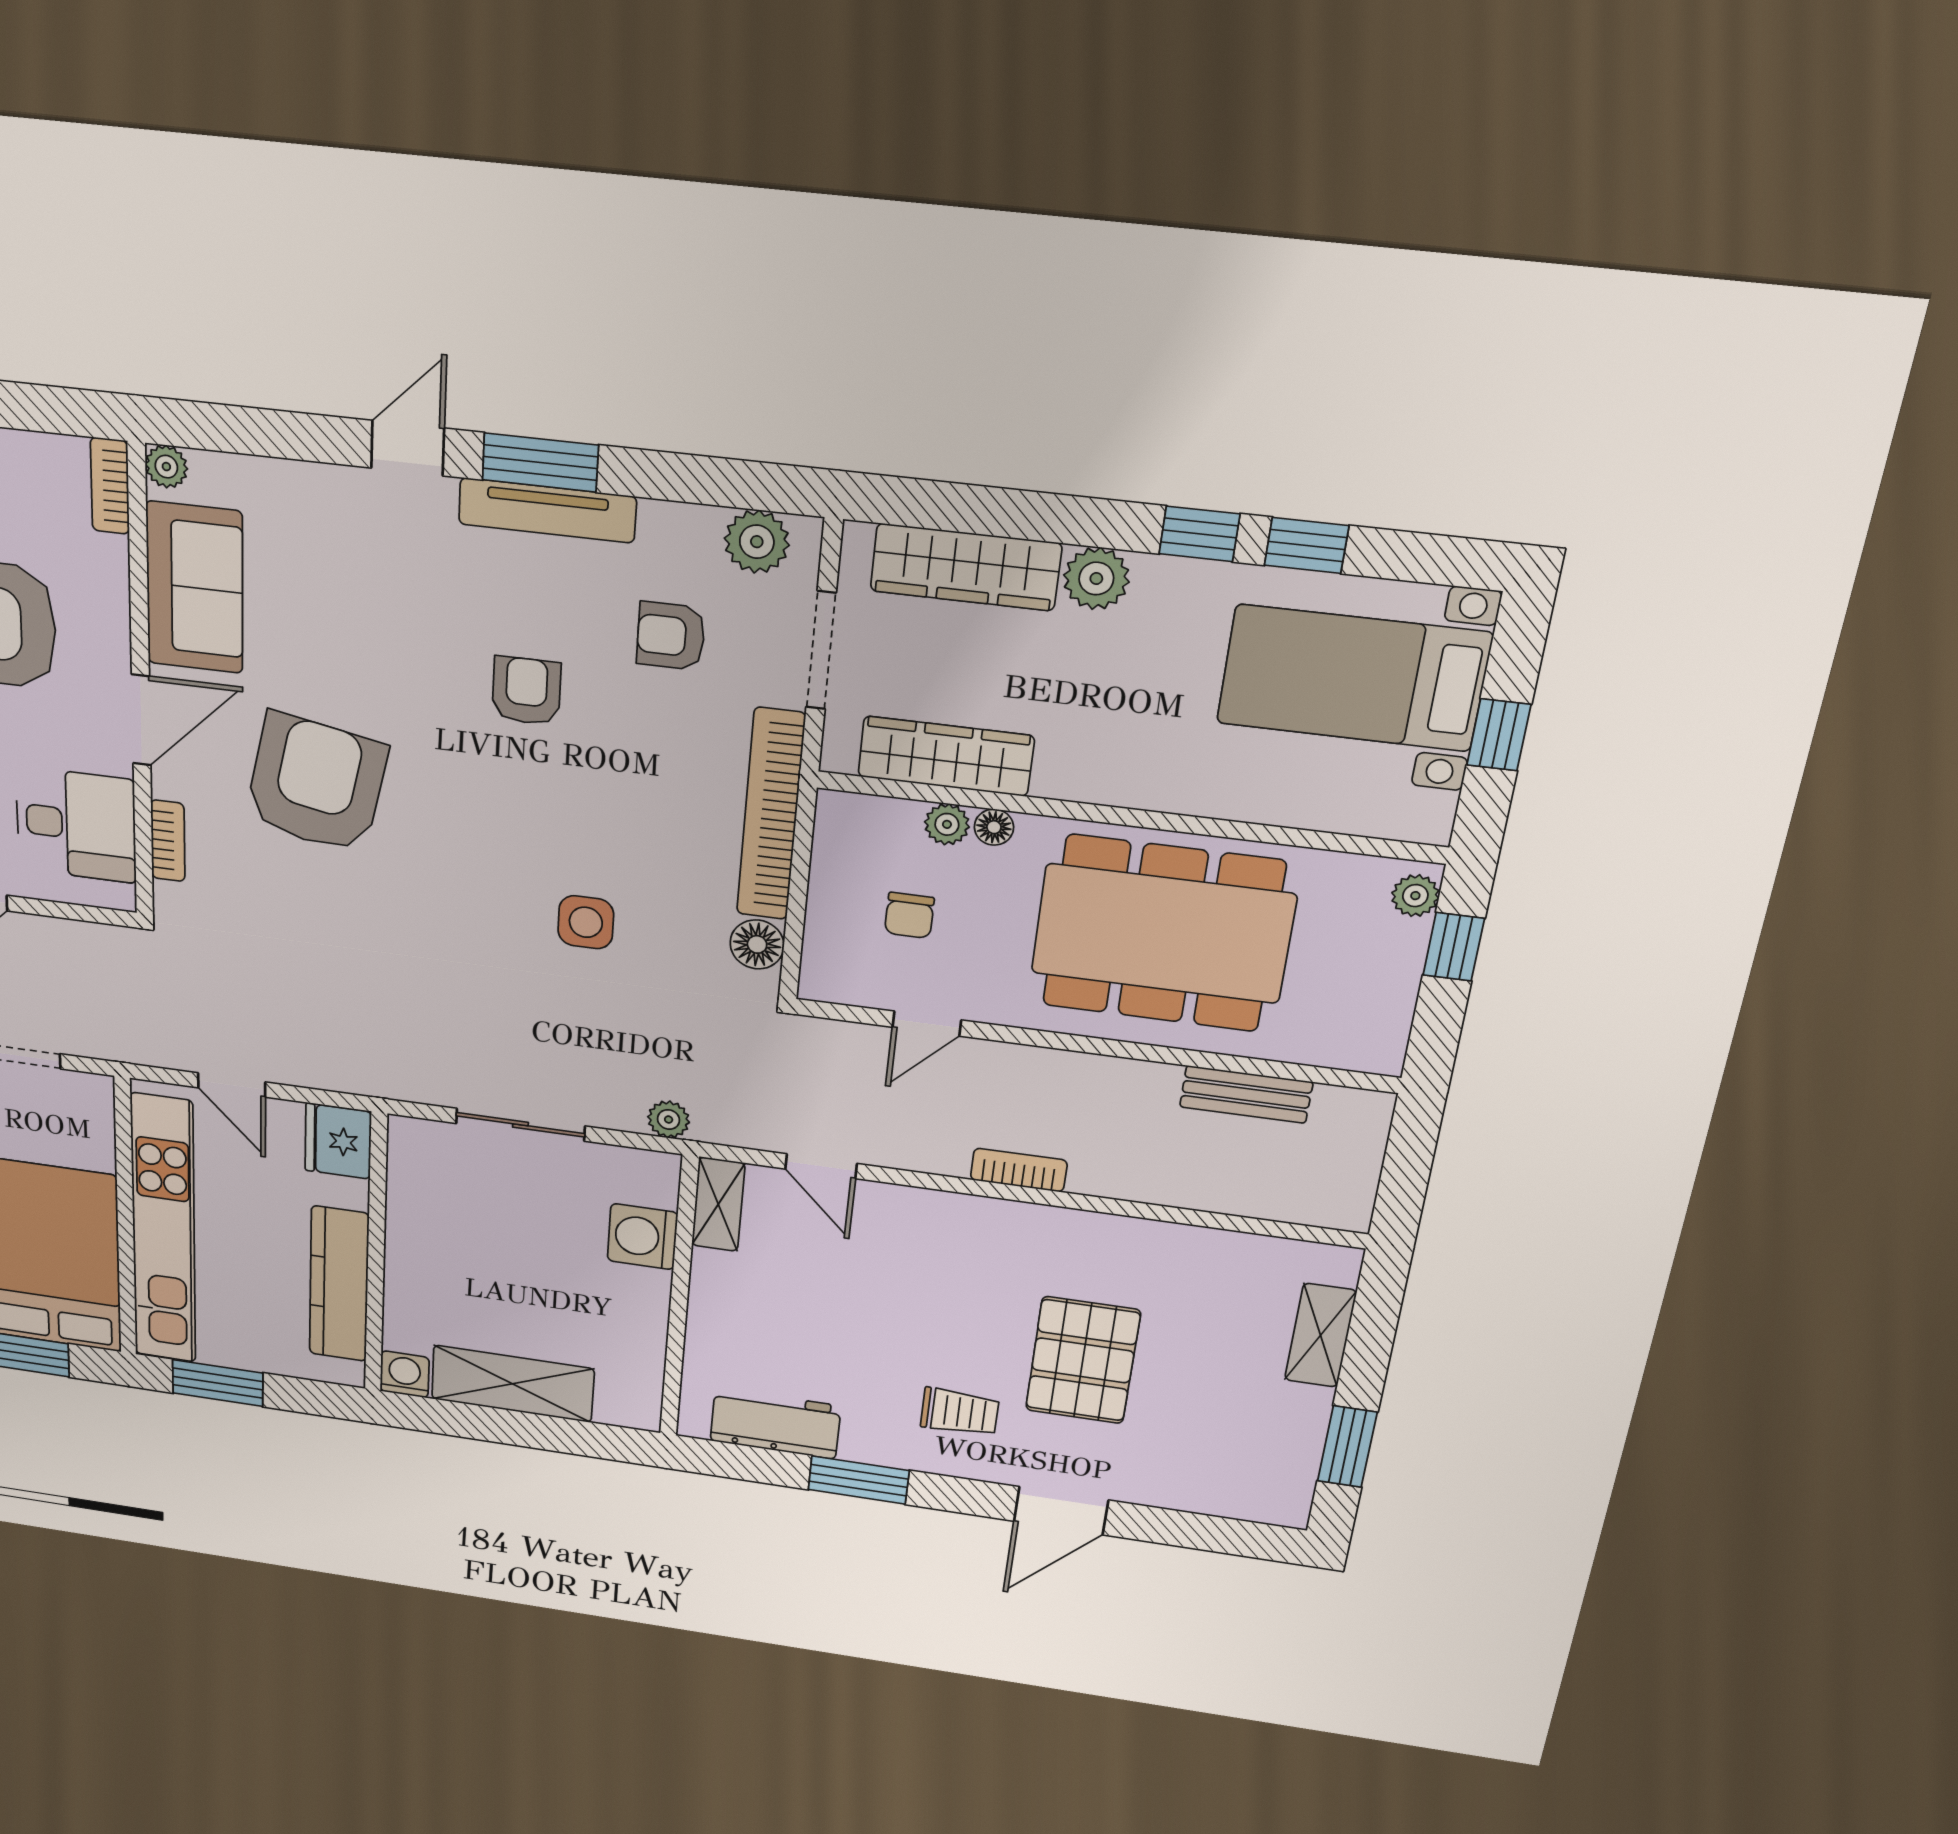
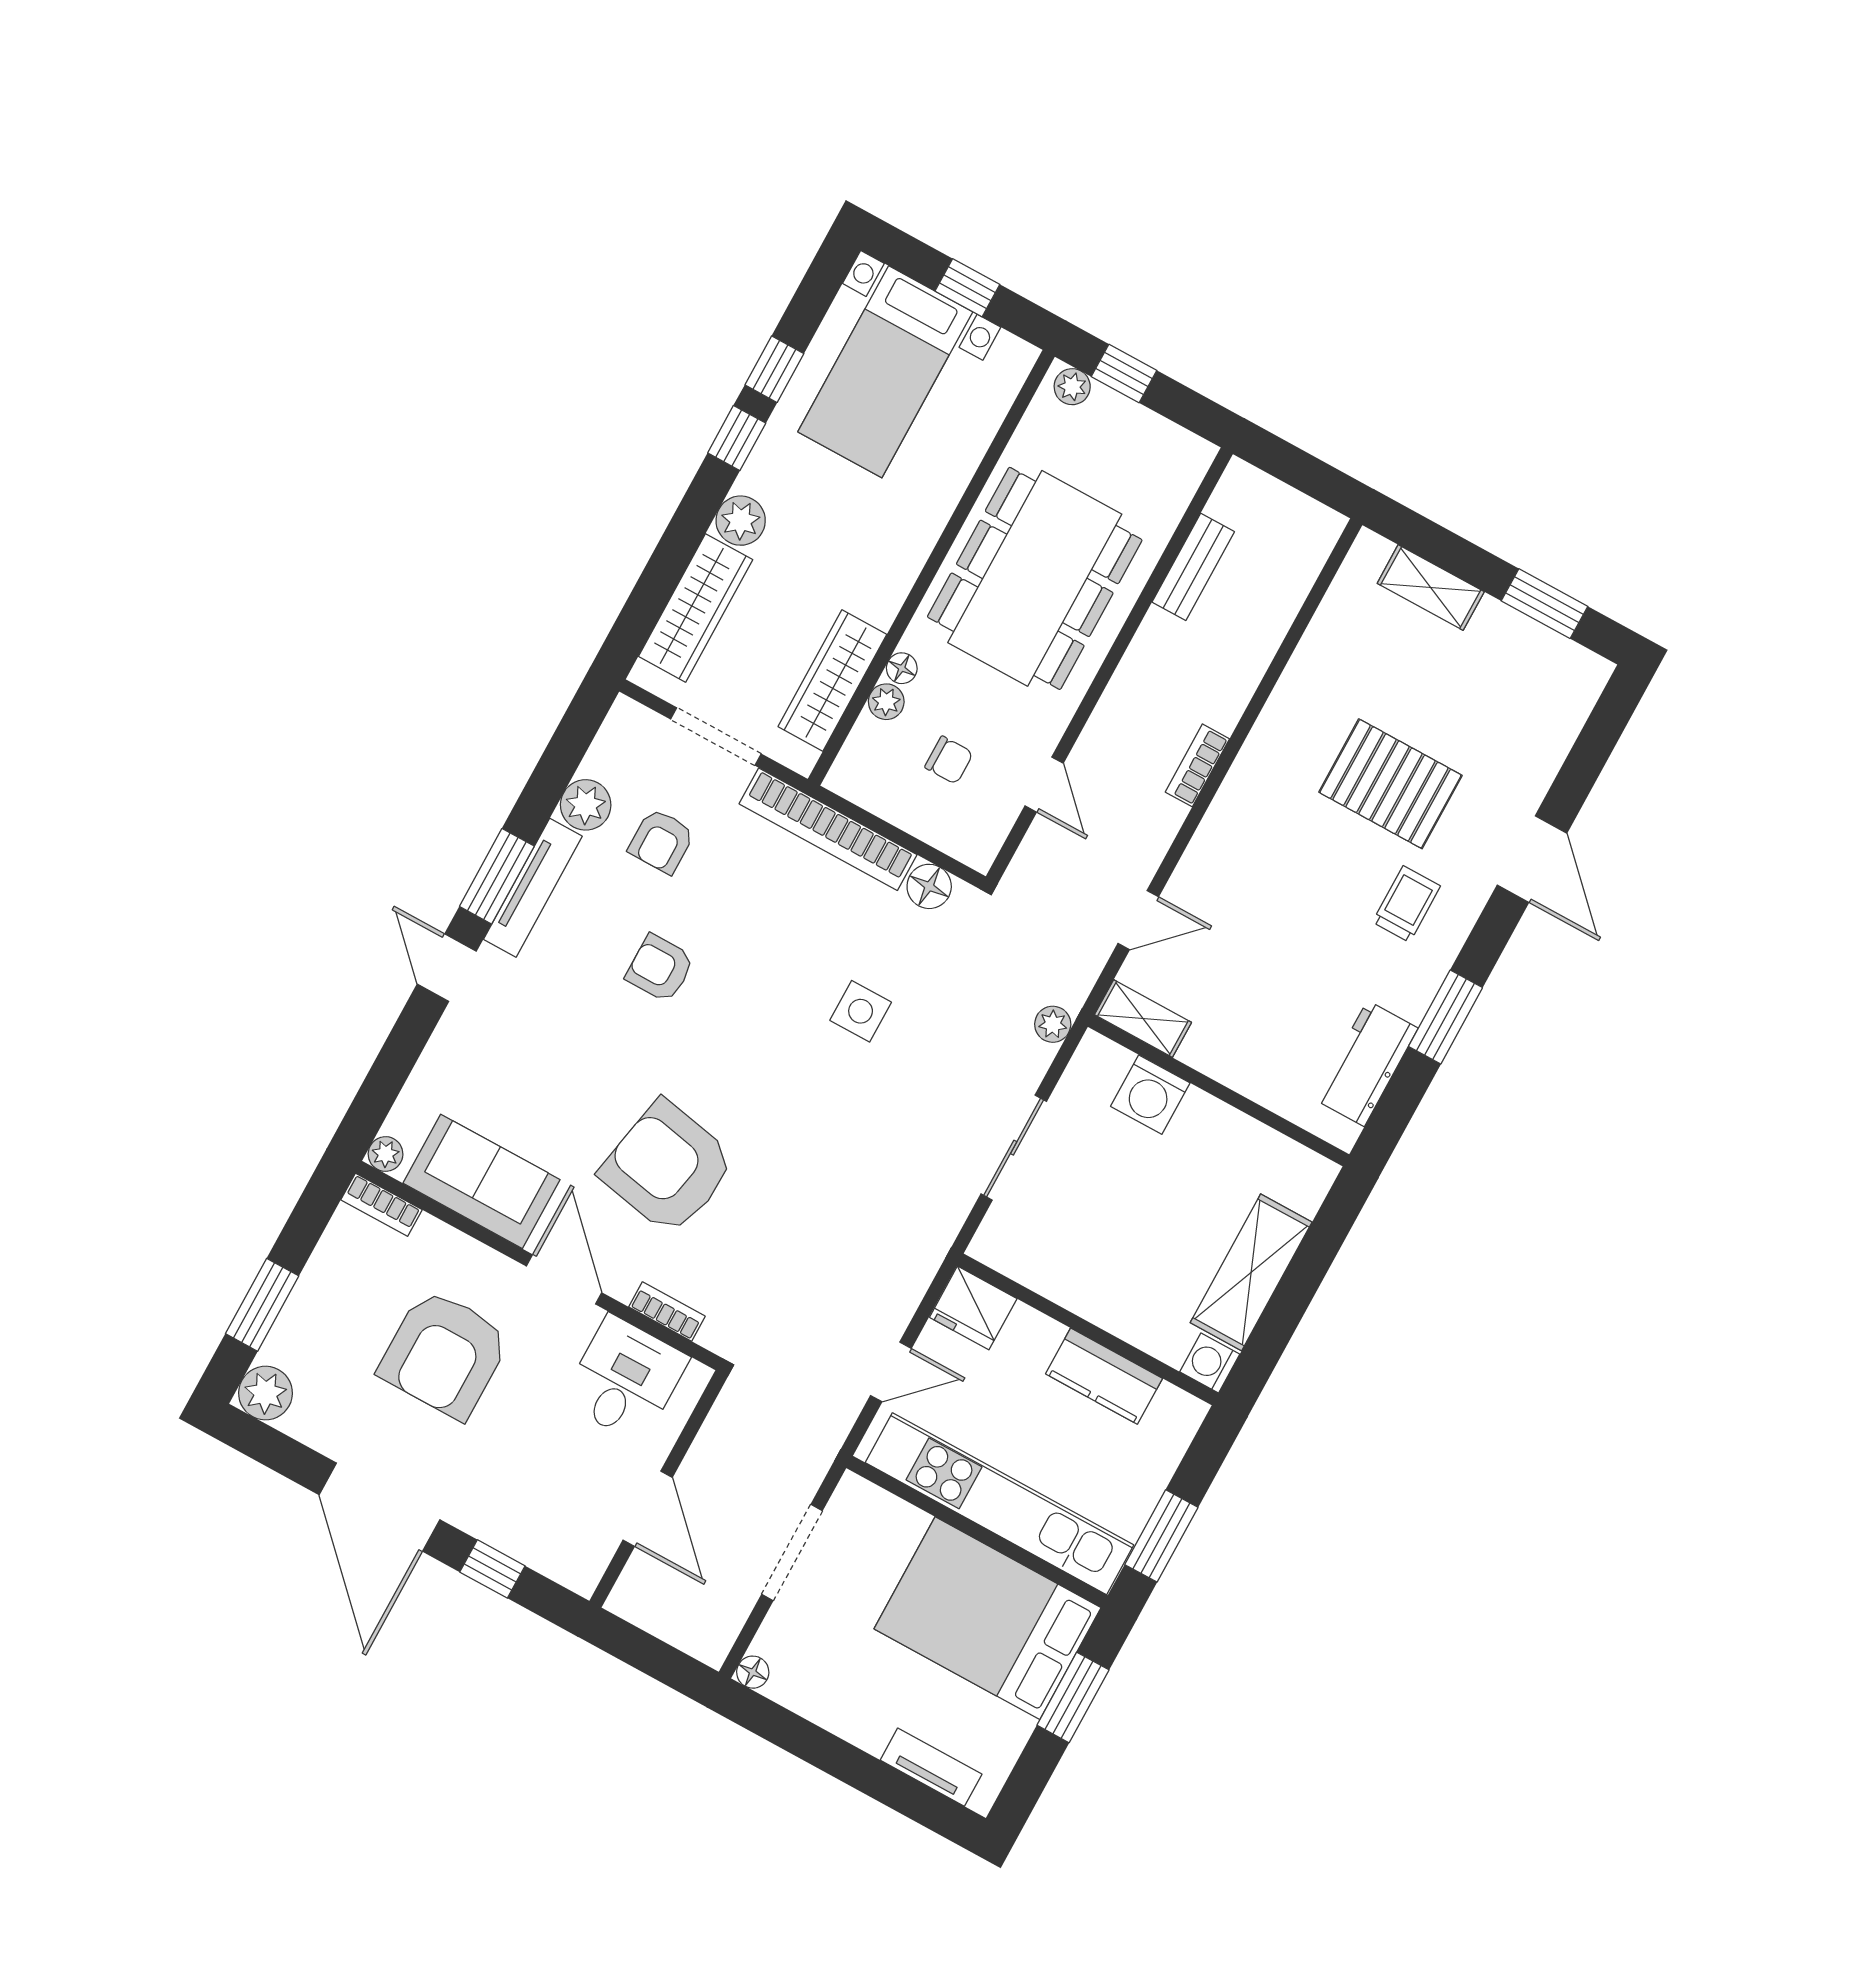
plant: (757, 542) -> (586, 805), moved
kitchen counter: (339, 1284) -> (1104, 1376), width x0.67

